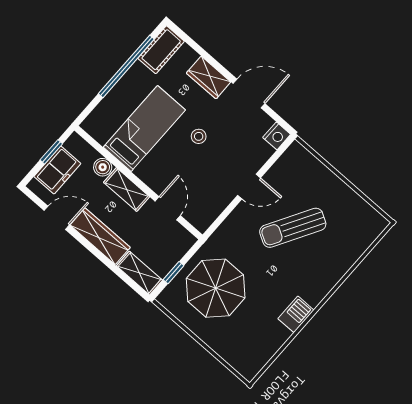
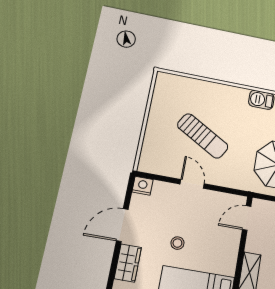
door: (249, 94) -> (122, 225), hinge flipped
door: (168, 208) -> (247, 218), moved

